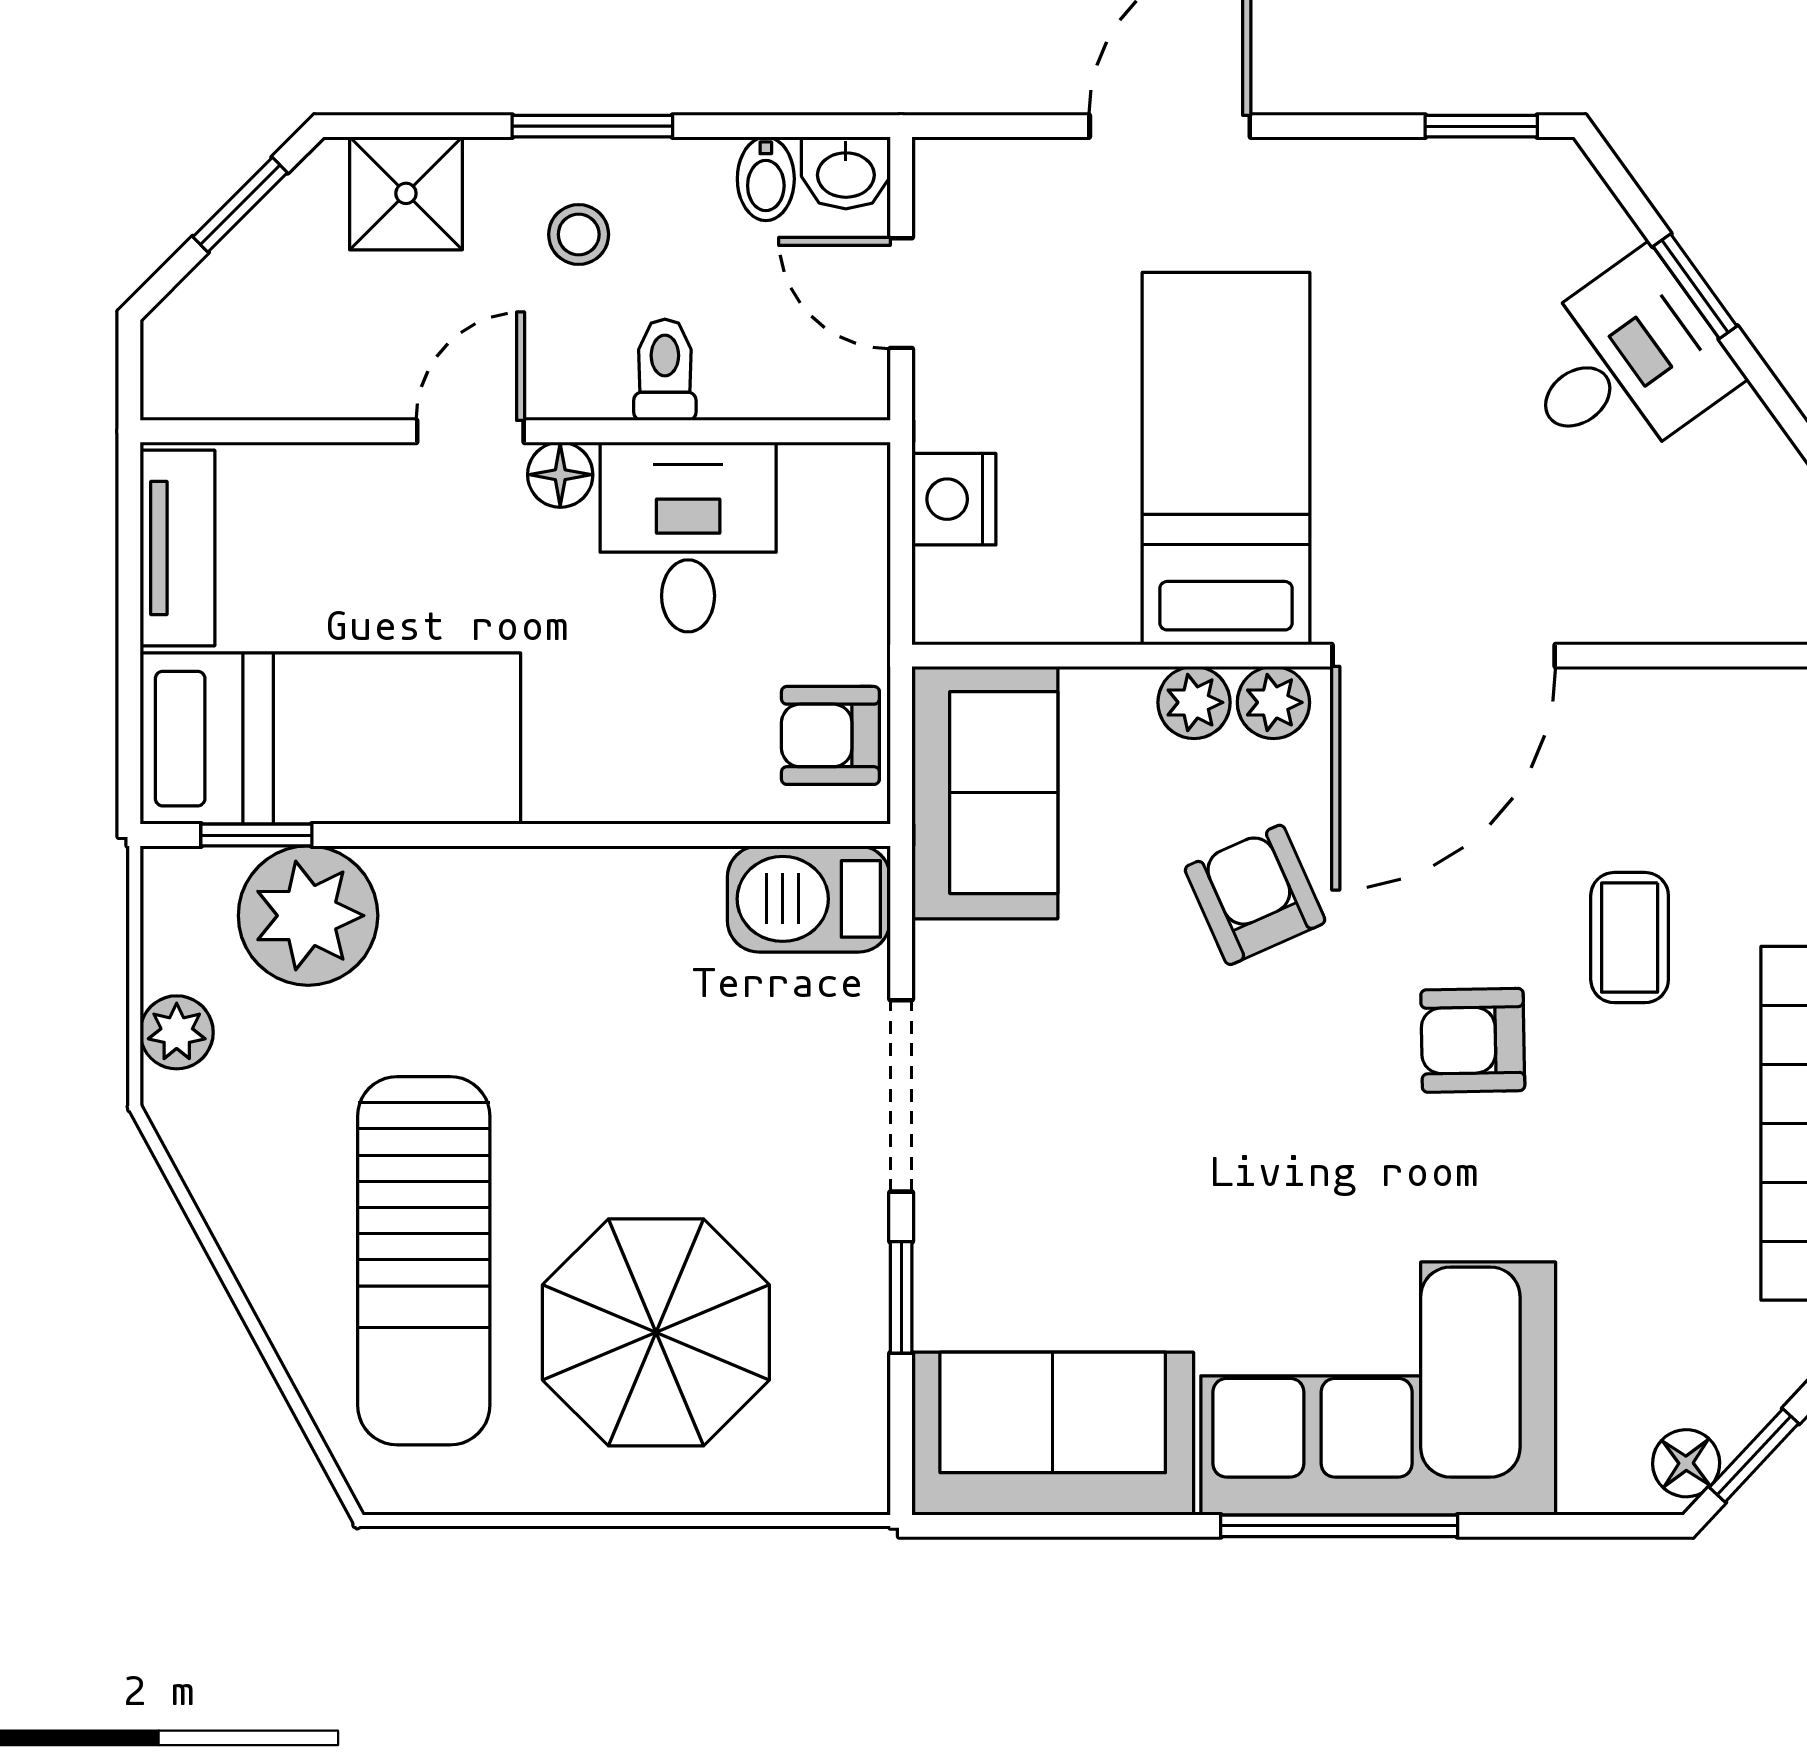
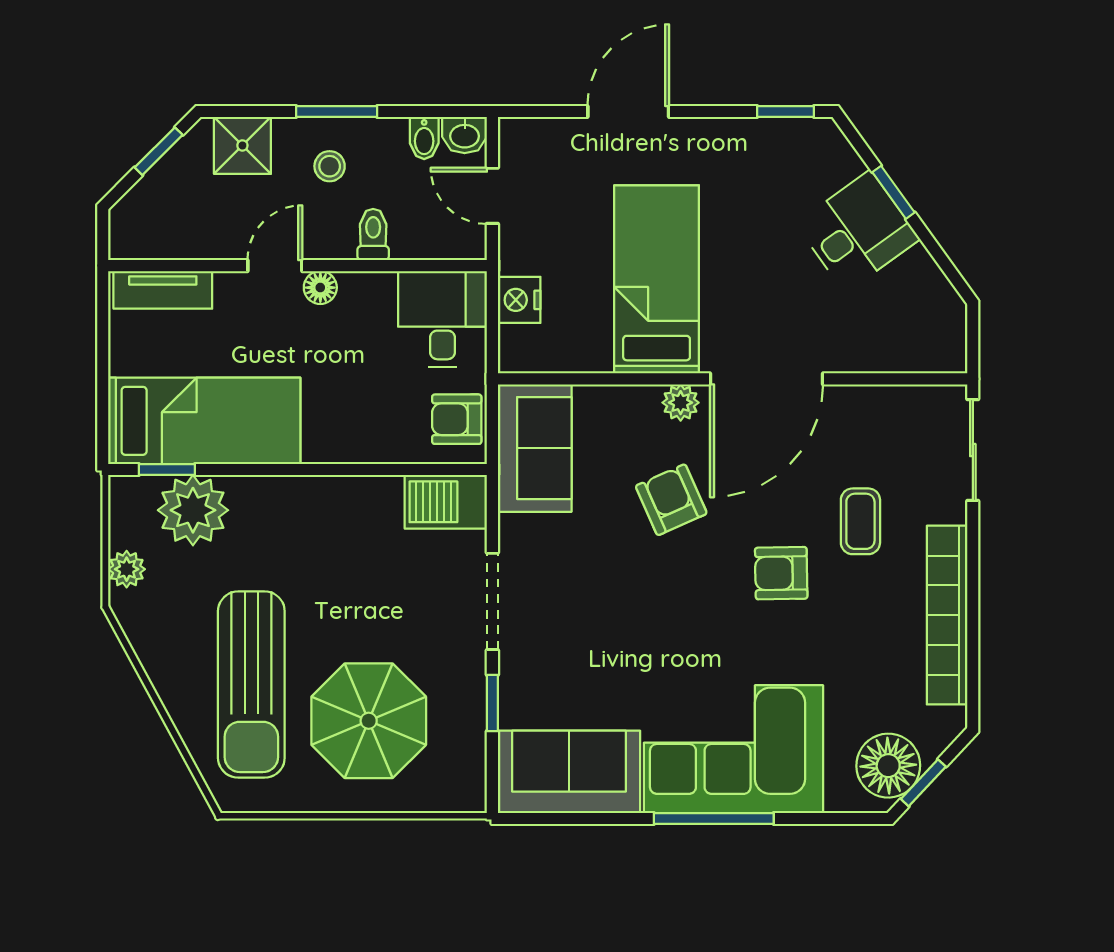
desk: (688, 537) -> (443, 319), moved
tv unit: (178, 548) -> (163, 290), moved, turned 90
plant: (1194, 702) -> (640, 403), removed
floor lamp: (1686, 1463) -> (888, 766), width x1.89, depth x1.89

